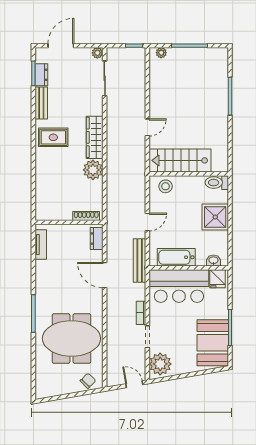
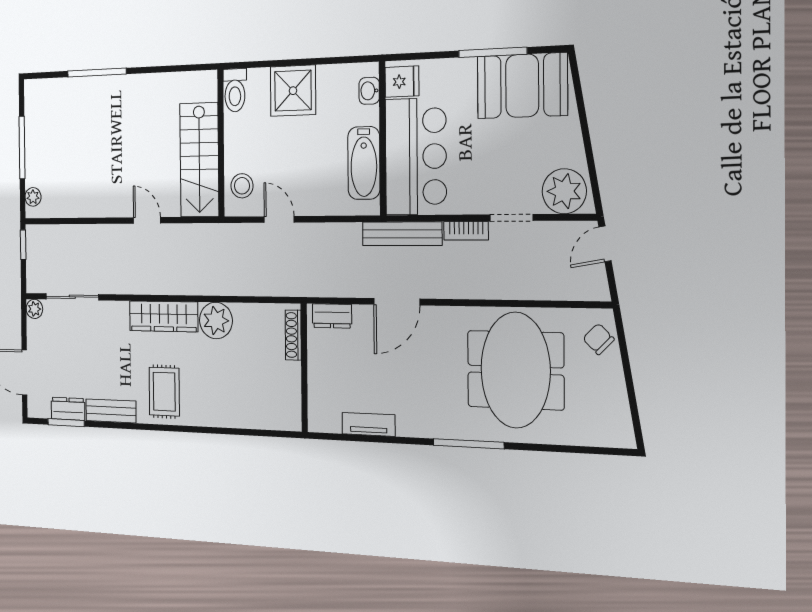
door: (147, 222) -> (279, 219), moved
tv unit: (41, 244) -> (369, 424), moved
bench: (140, 261) -> (402, 234), moved

